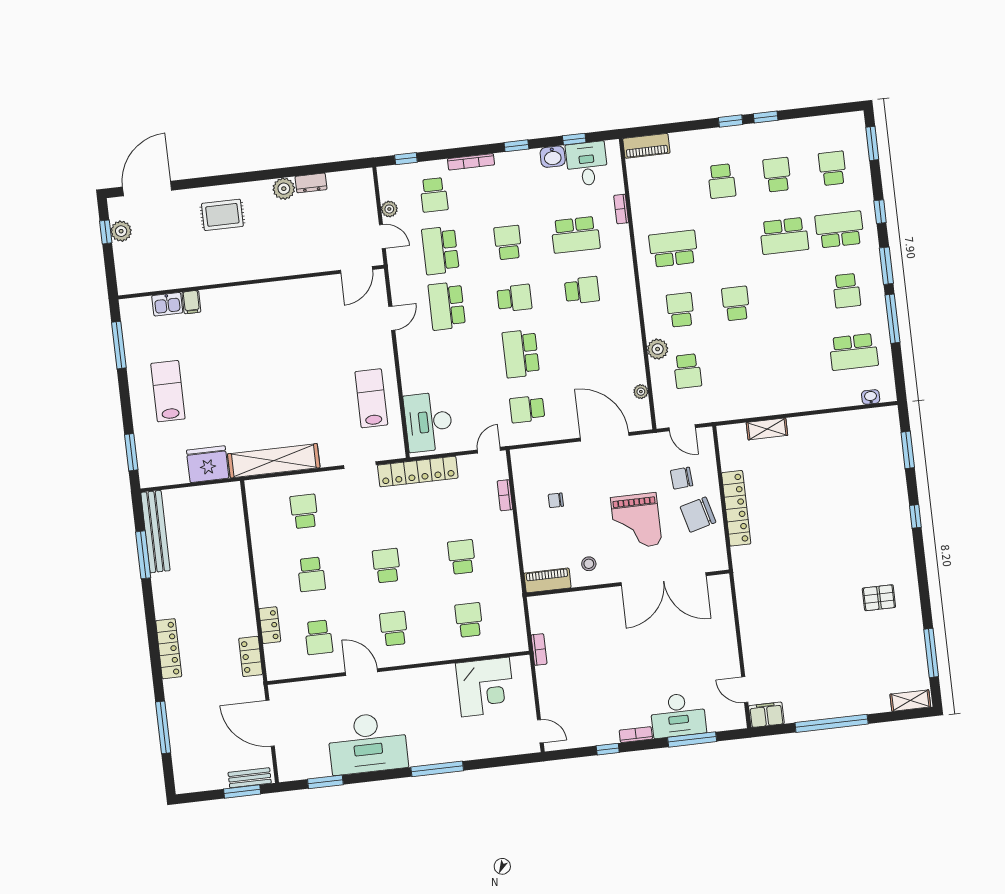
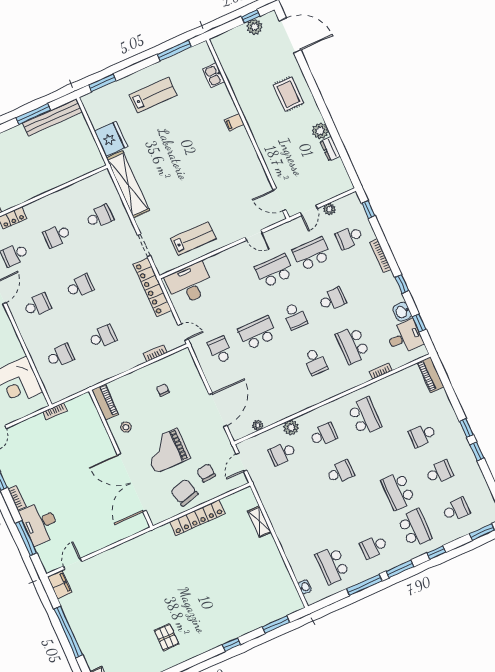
filing cabinet: (191, 302) -> (234, 122), moved

